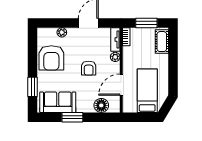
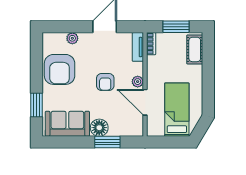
plant: (115, 57) -> (138, 82), moved
door: (121, 85) -> (145, 102), hinge flipped
floor lamp: (101, 105) -> (99, 128), moved
window: (72, 117) -> (107, 142), moved

